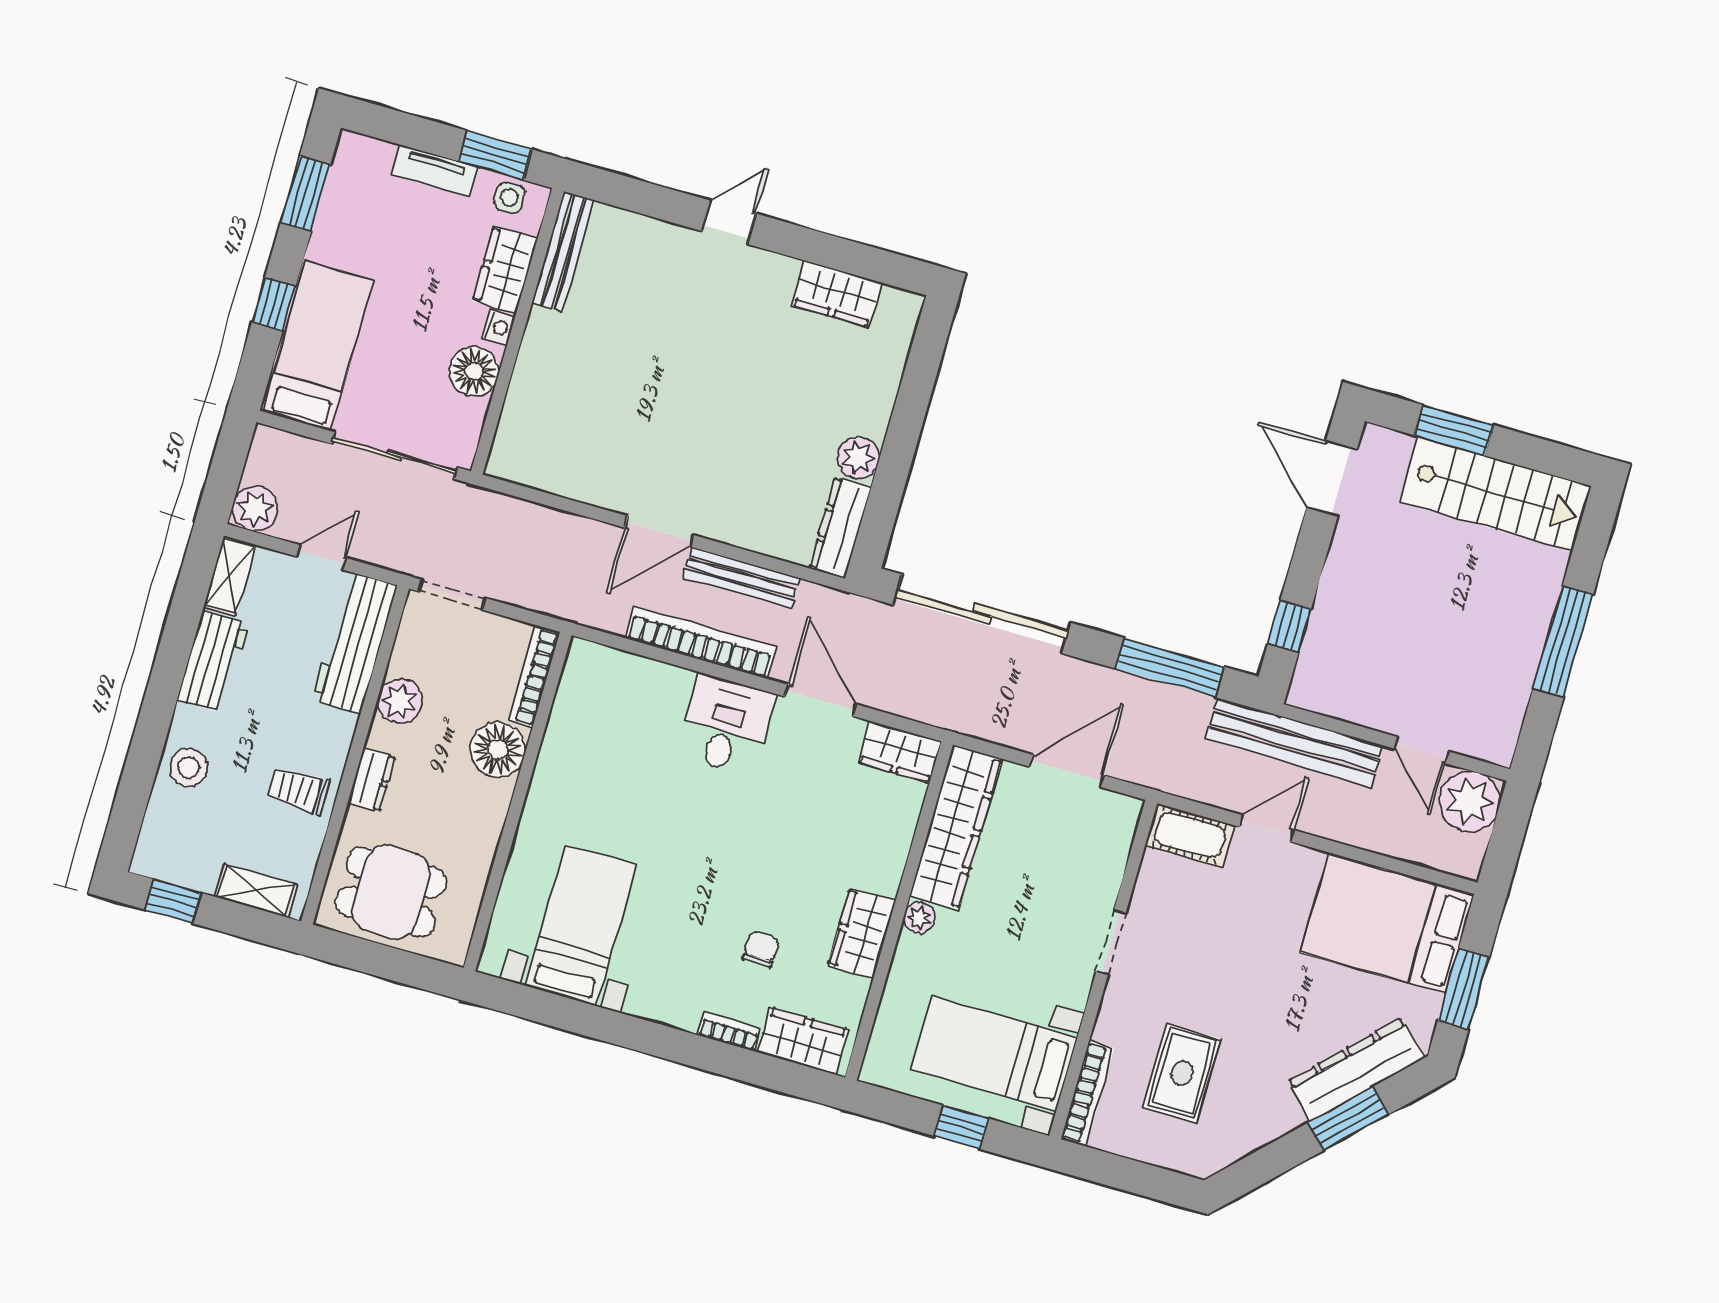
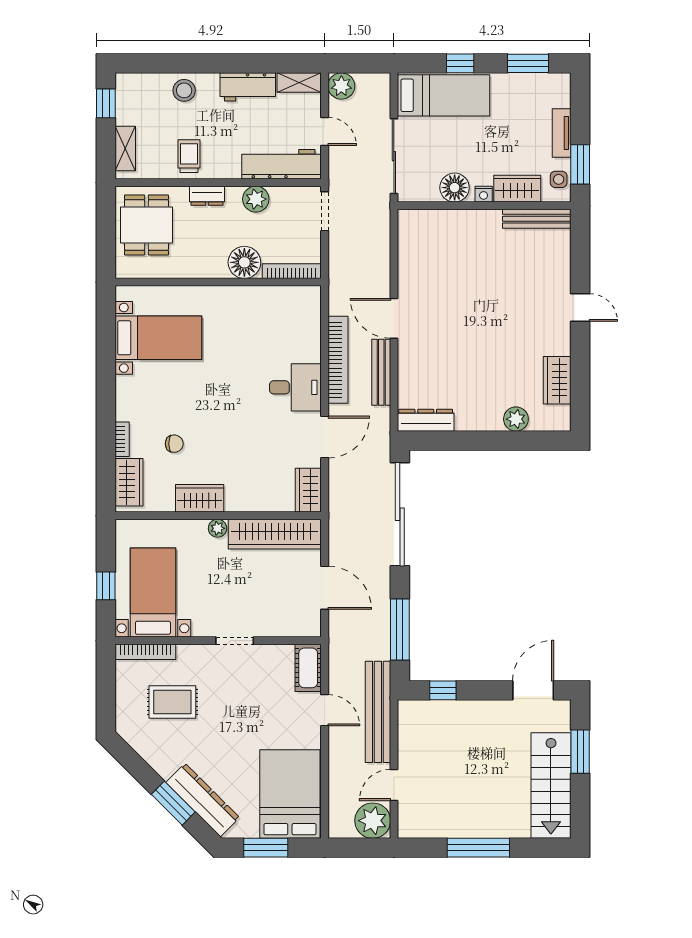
plant: (858, 458) -> (516, 419), moved

